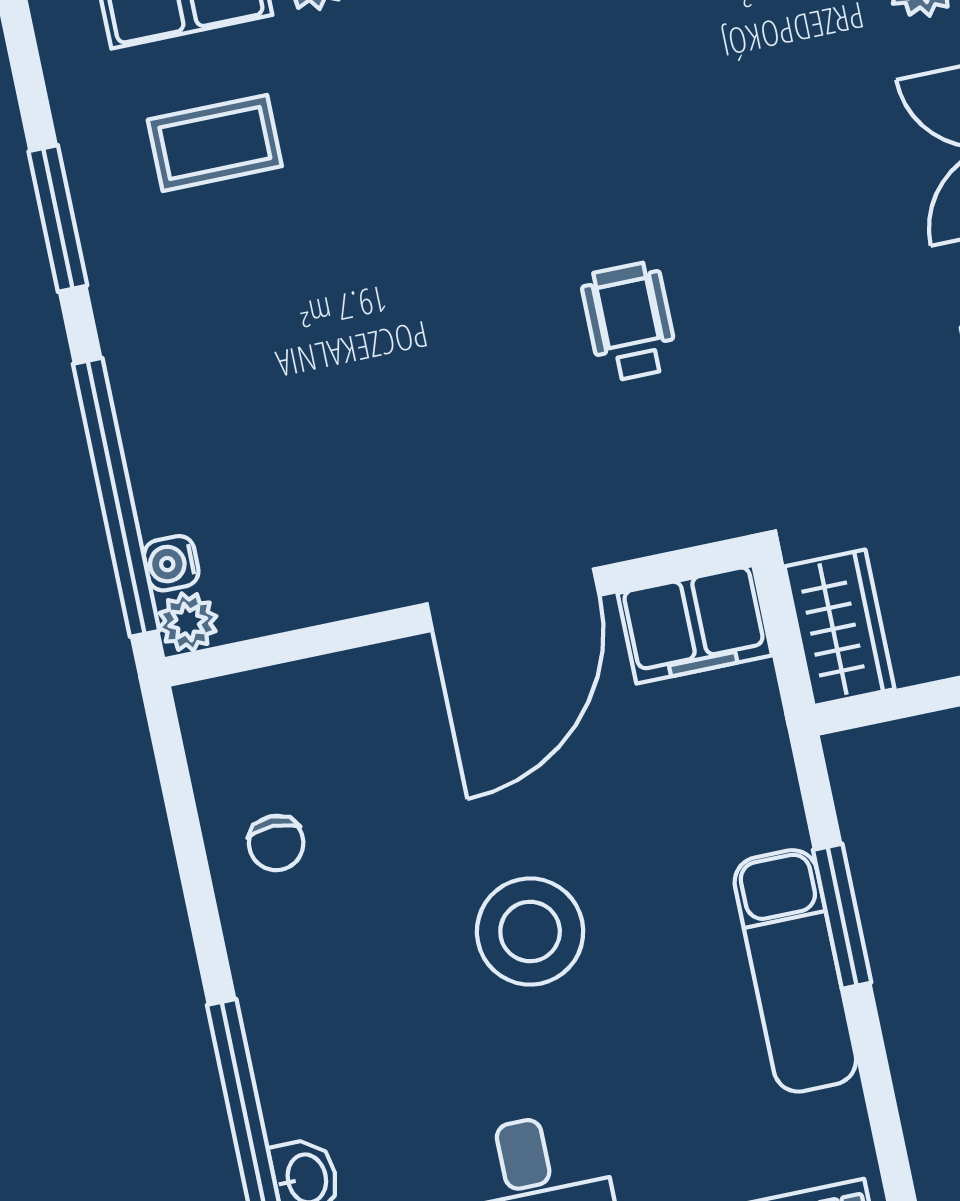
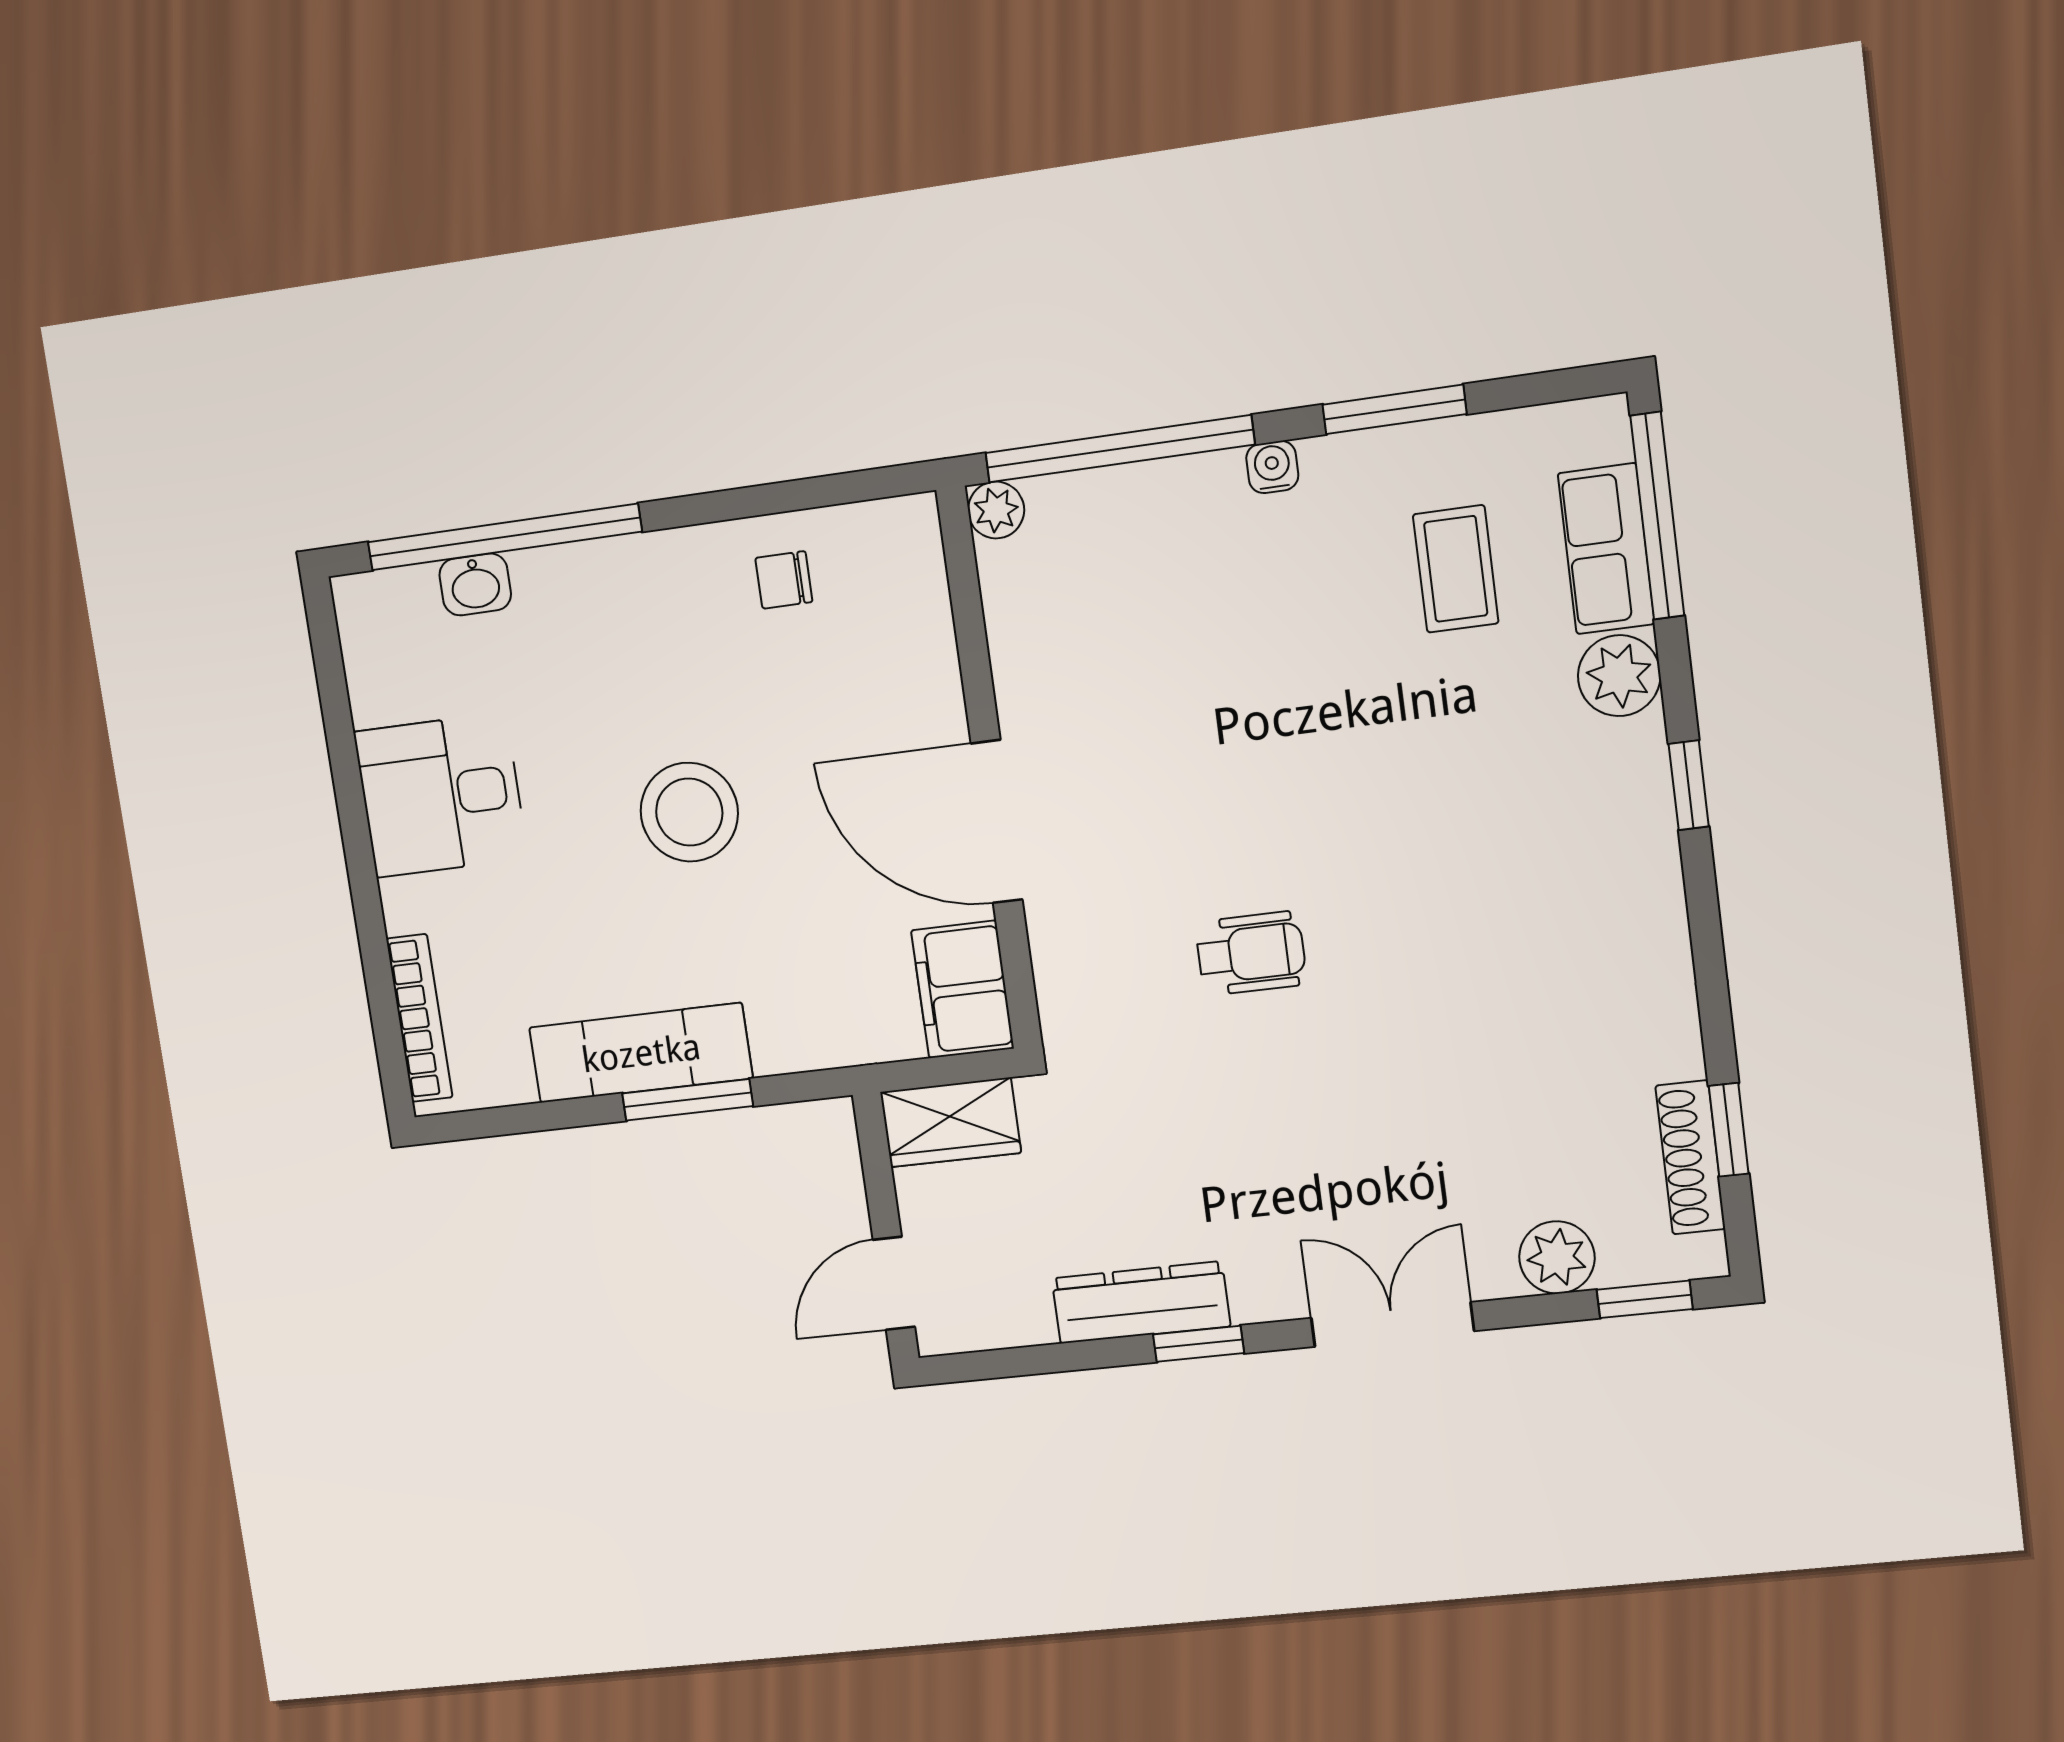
water cooler: (171, 563) -> (1272, 467), moved

